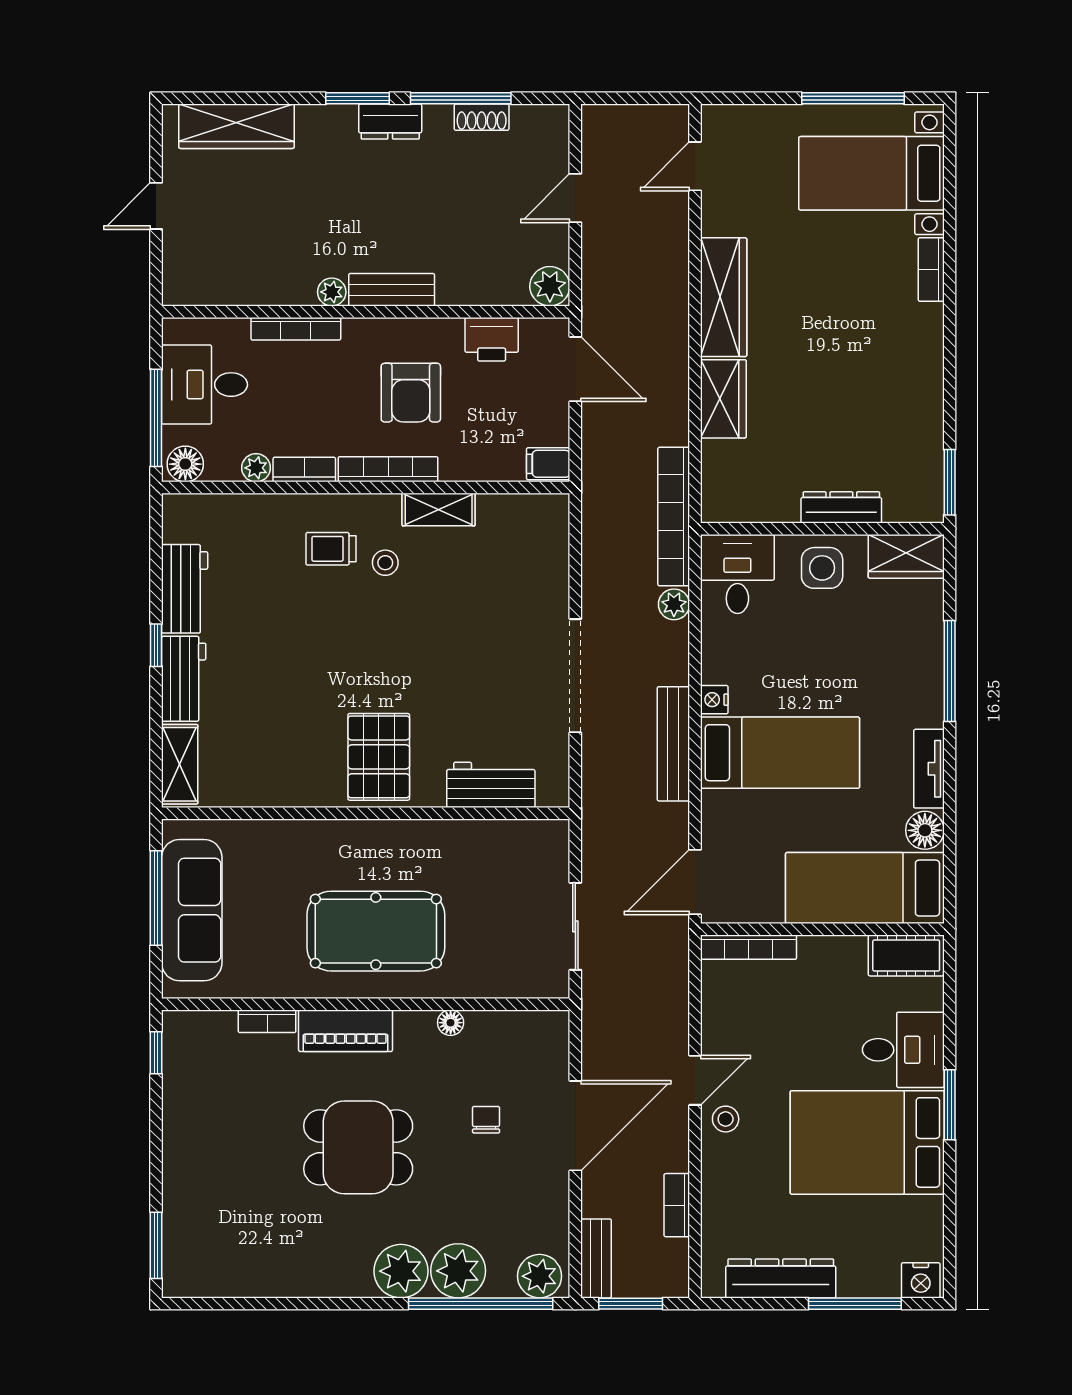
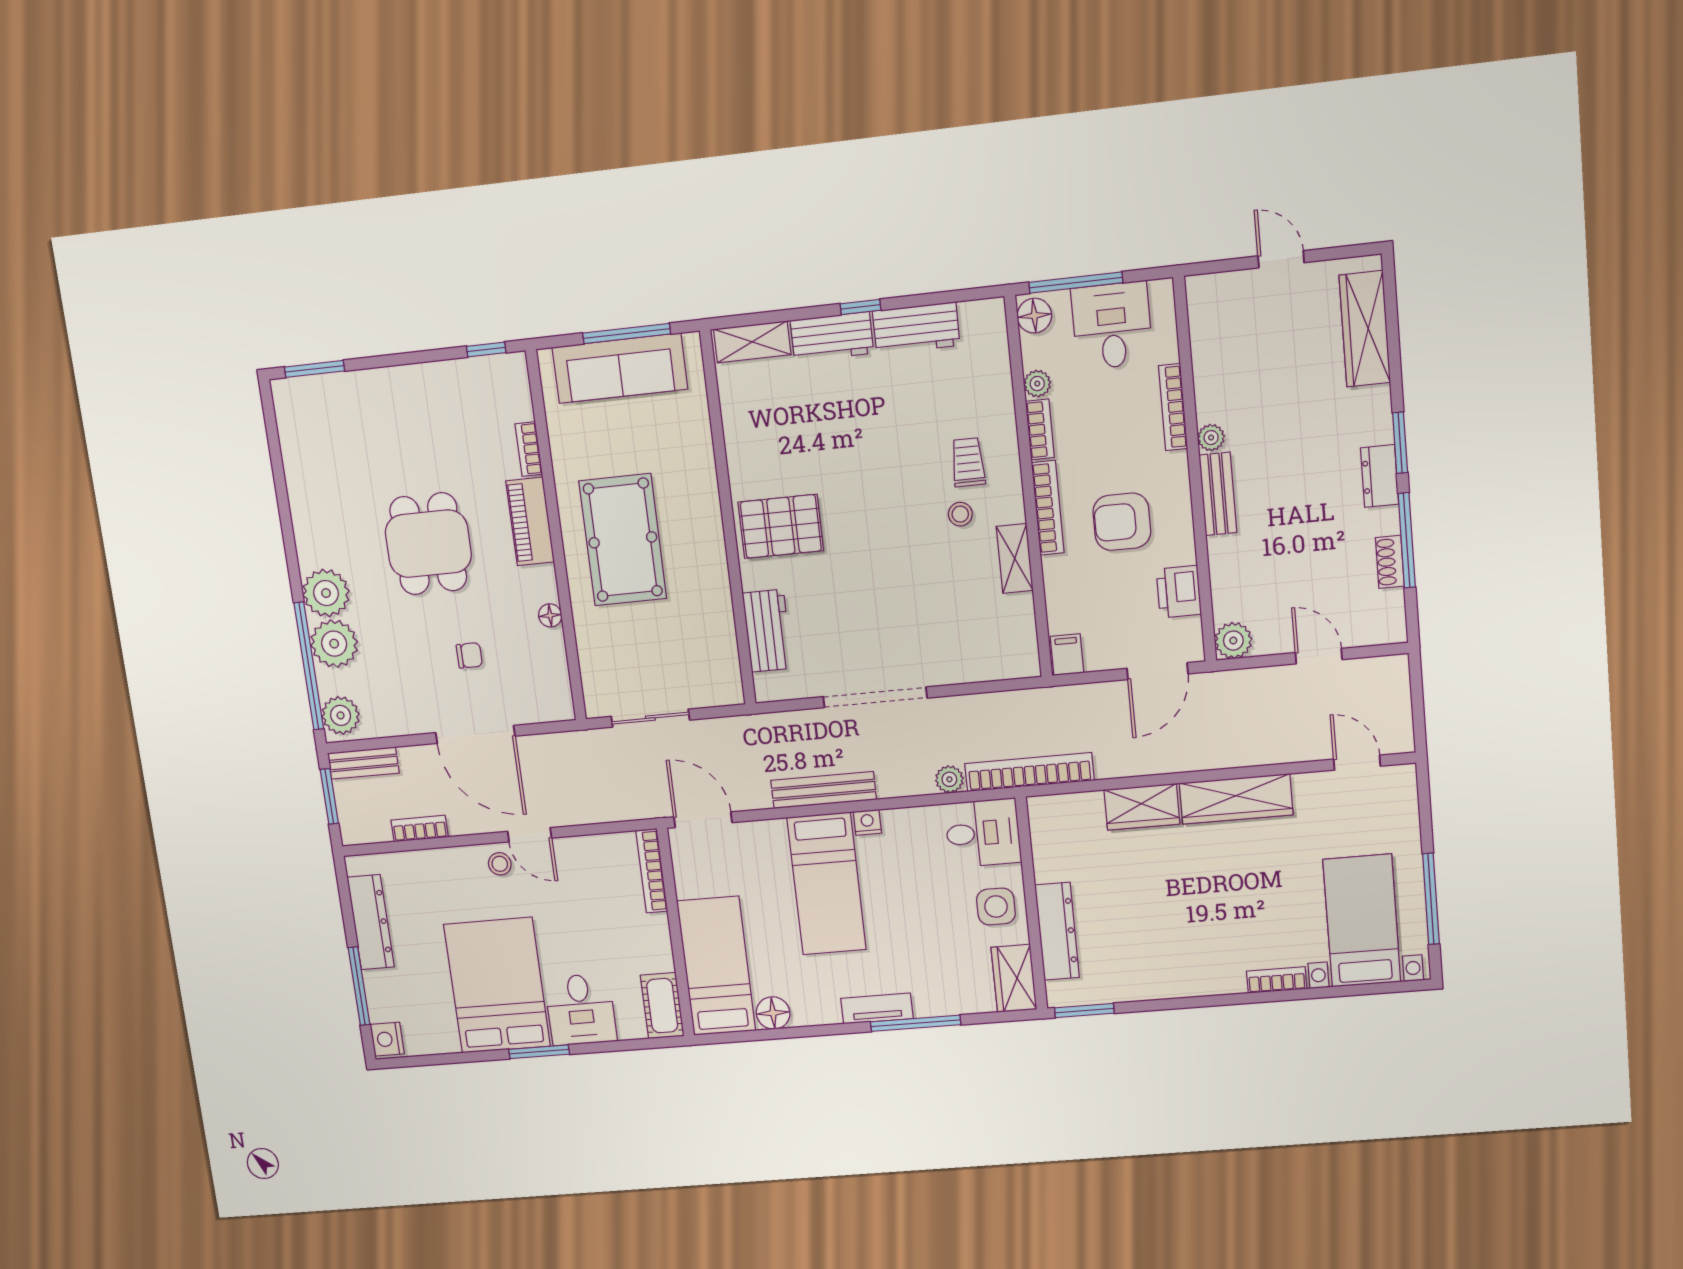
dresser: (841, 507) -> (1057, 931), width x1.37, depth x1.24
tv unit: (929, 769) -> (877, 1008), moved

